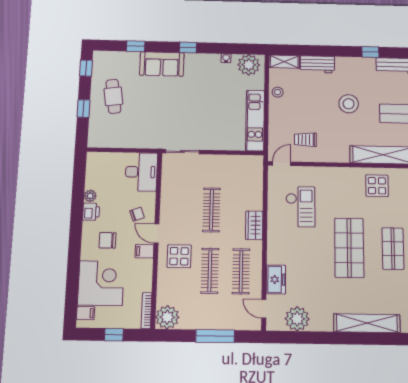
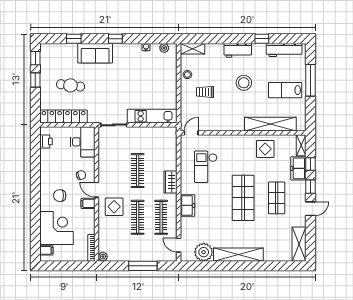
workbench: (317, 64) -> (238, 50), moved
plant: (249, 65) -> (164, 48), width x0.53, depth x0.53
cafe table: (113, 96) -> (71, 85), moved, turned -75
window: (83, 109) -> (35, 80), moved
kitchen unit: (255, 120) -> (152, 116), moved, turned 90
locker: (118, 140) -> (64, 116), added
trolley: (305, 140) -> (205, 92), moved
plant: (90, 196) -> (45, 162), removed
checkout: (300, 207) -> (206, 167), turned 180
printer: (91, 212) -> (46, 141), moved
freezer: (276, 279) -> (187, 205), moved
plant: (167, 317) -> (103, 257), width x0.53, depth x0.53
shelving: (367, 323) -> (238, 255), moved
window: (114, 335) -> (68, 266), removed

